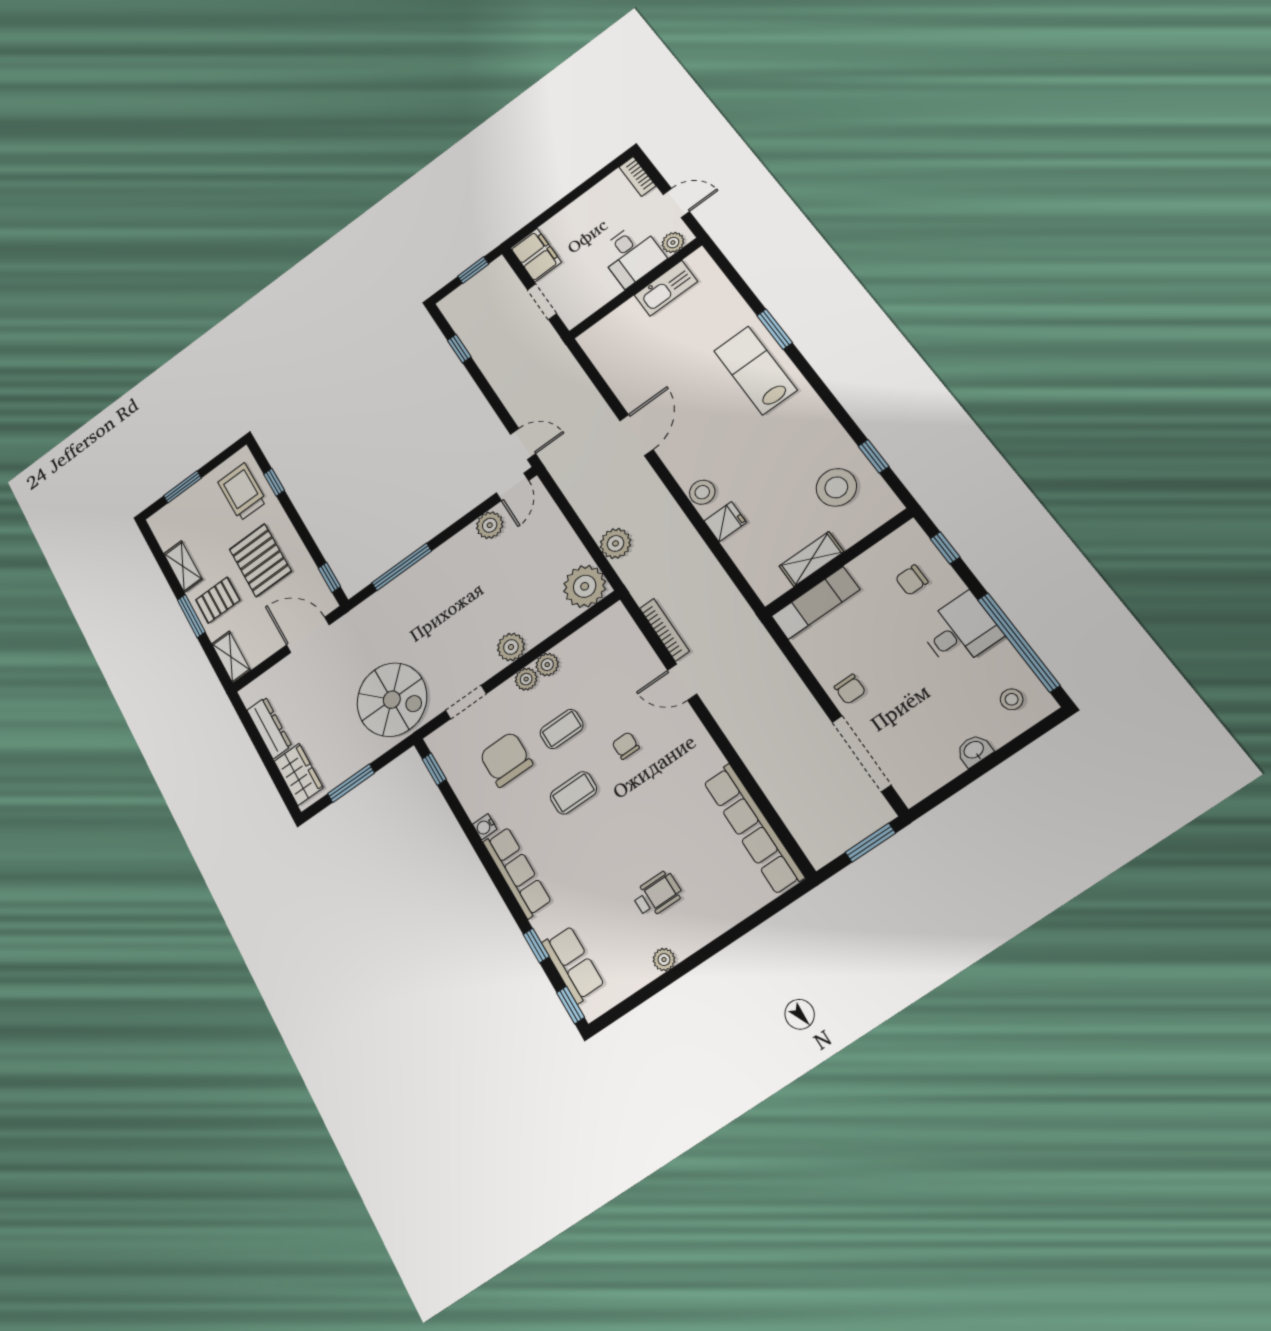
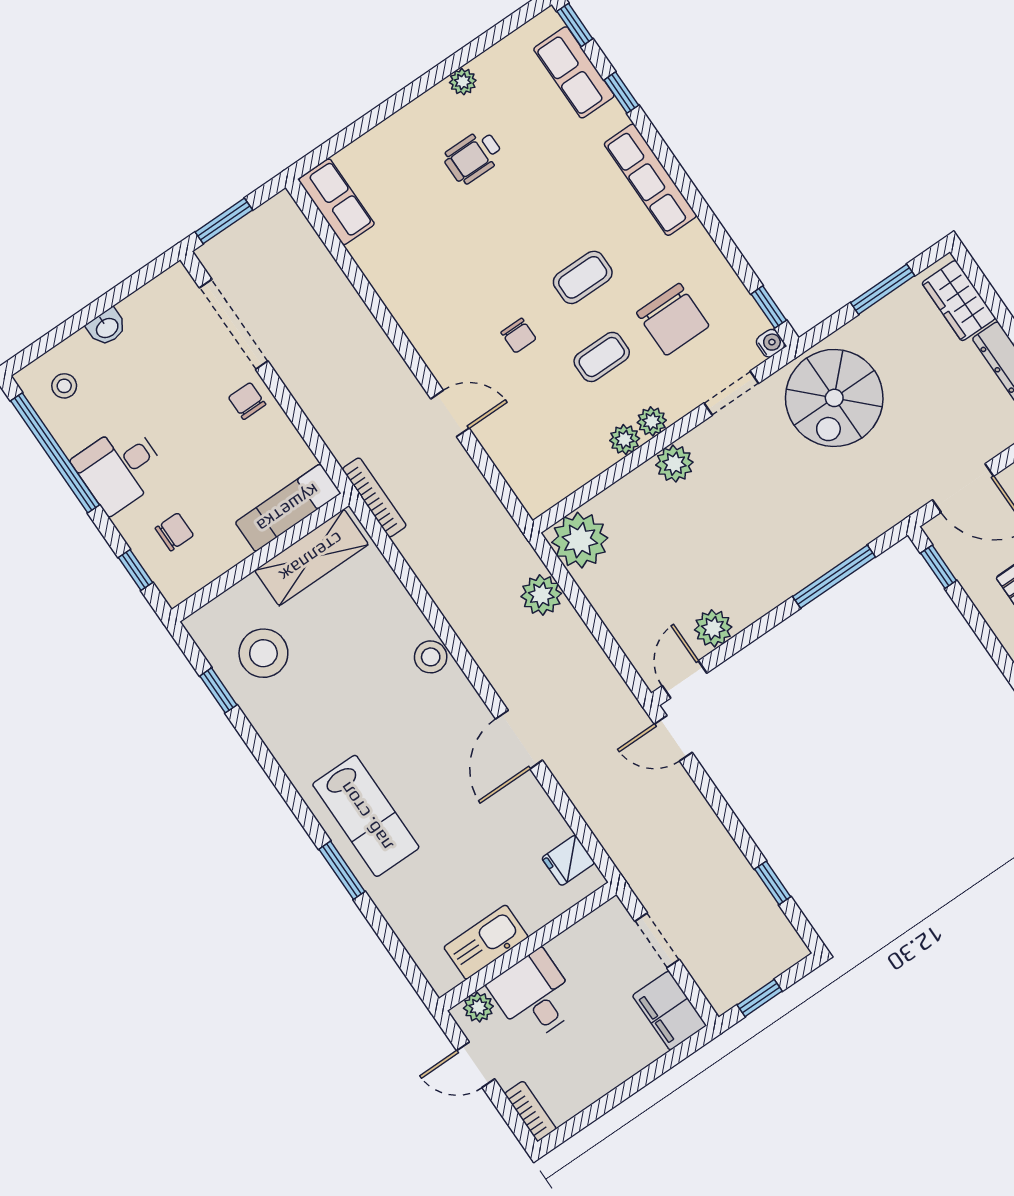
fridge: (725, 522) -> (568, 860), moved
shelving: (811, 559) -> (311, 557), width x1.50, depth x1.33
bookcase: (664, 630) -> (374, 497), moved, turned 180
spiral stairs: (392, 700) -> (834, 398), turned -90
water cooler: (485, 827) -> (770, 343), moved
row of seats: (753, 829) -> (336, 202), width x0.50

